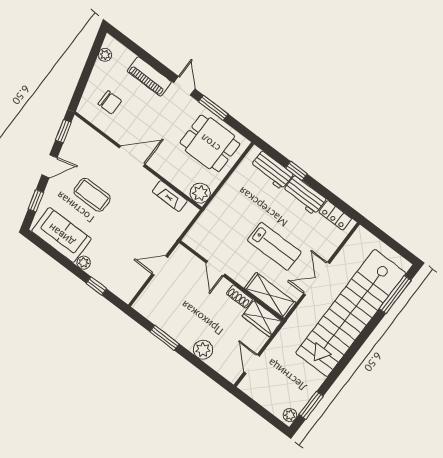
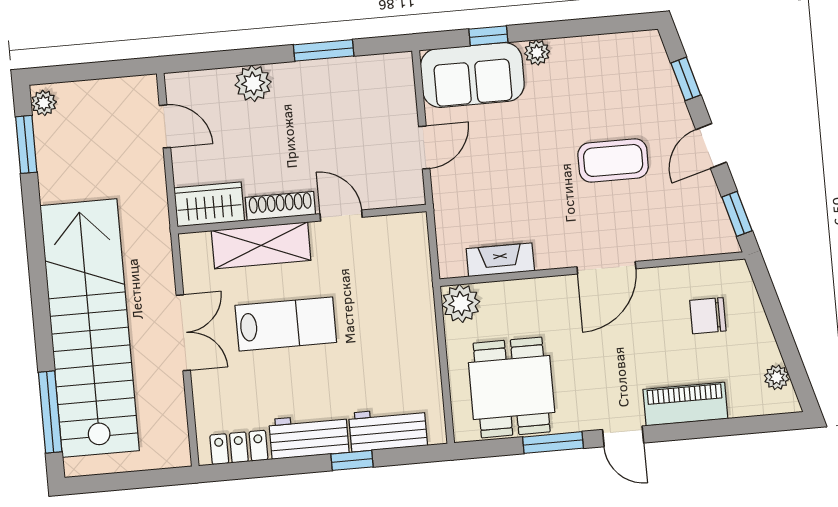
dining table: (210, 143) -> (512, 387), turned 90
sofa: (61, 235) -> (472, 75), moved
lab bench: (274, 246) -> (286, 324), turned 180
shelving: (270, 295) -> (261, 245), moved
shoe rack: (239, 296) -> (280, 206), width x1.43

